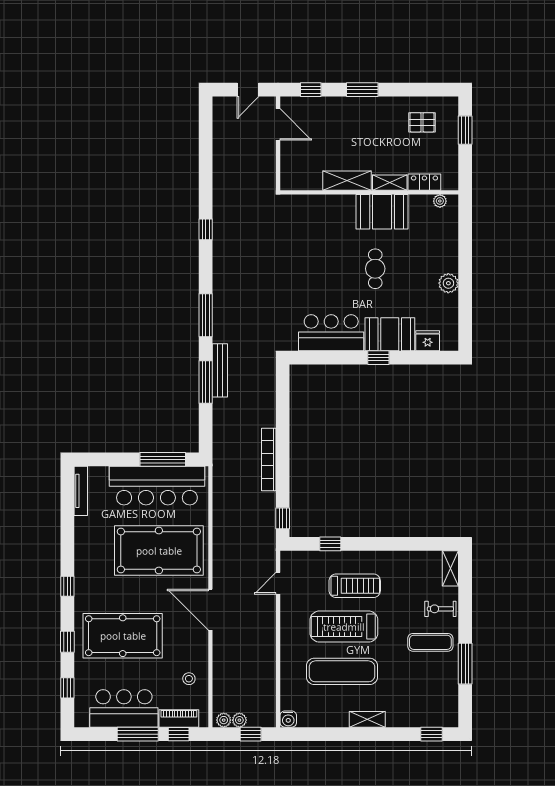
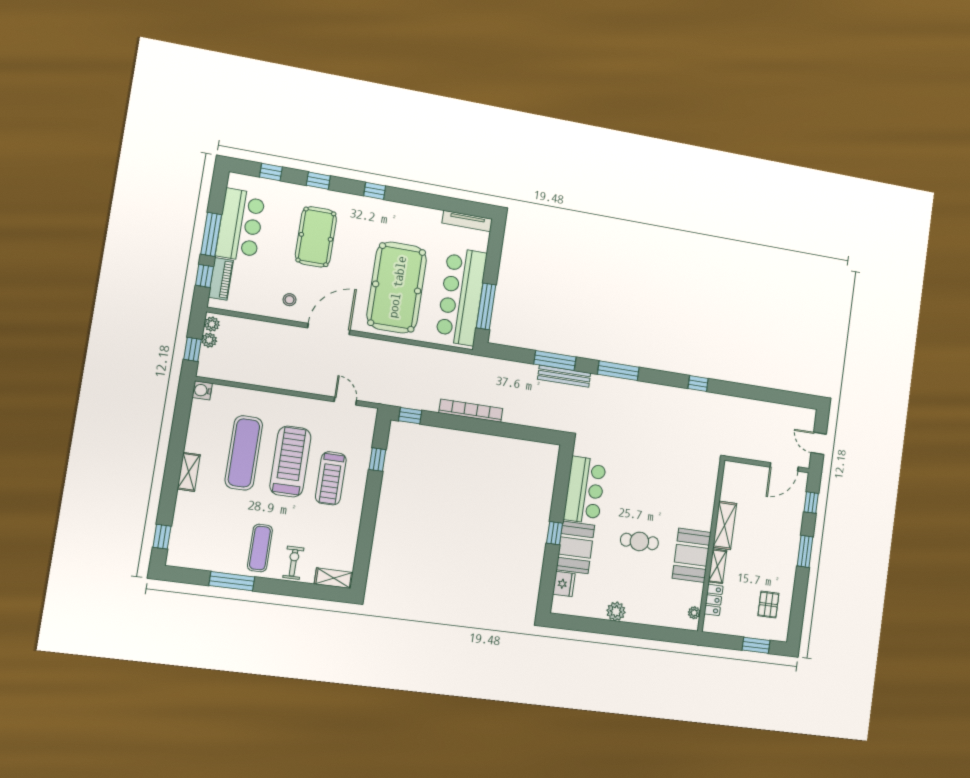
pool table: (123, 636) -> (316, 237), width x0.73, depth x0.76
stool: (189, 679) -> (289, 300), moved

